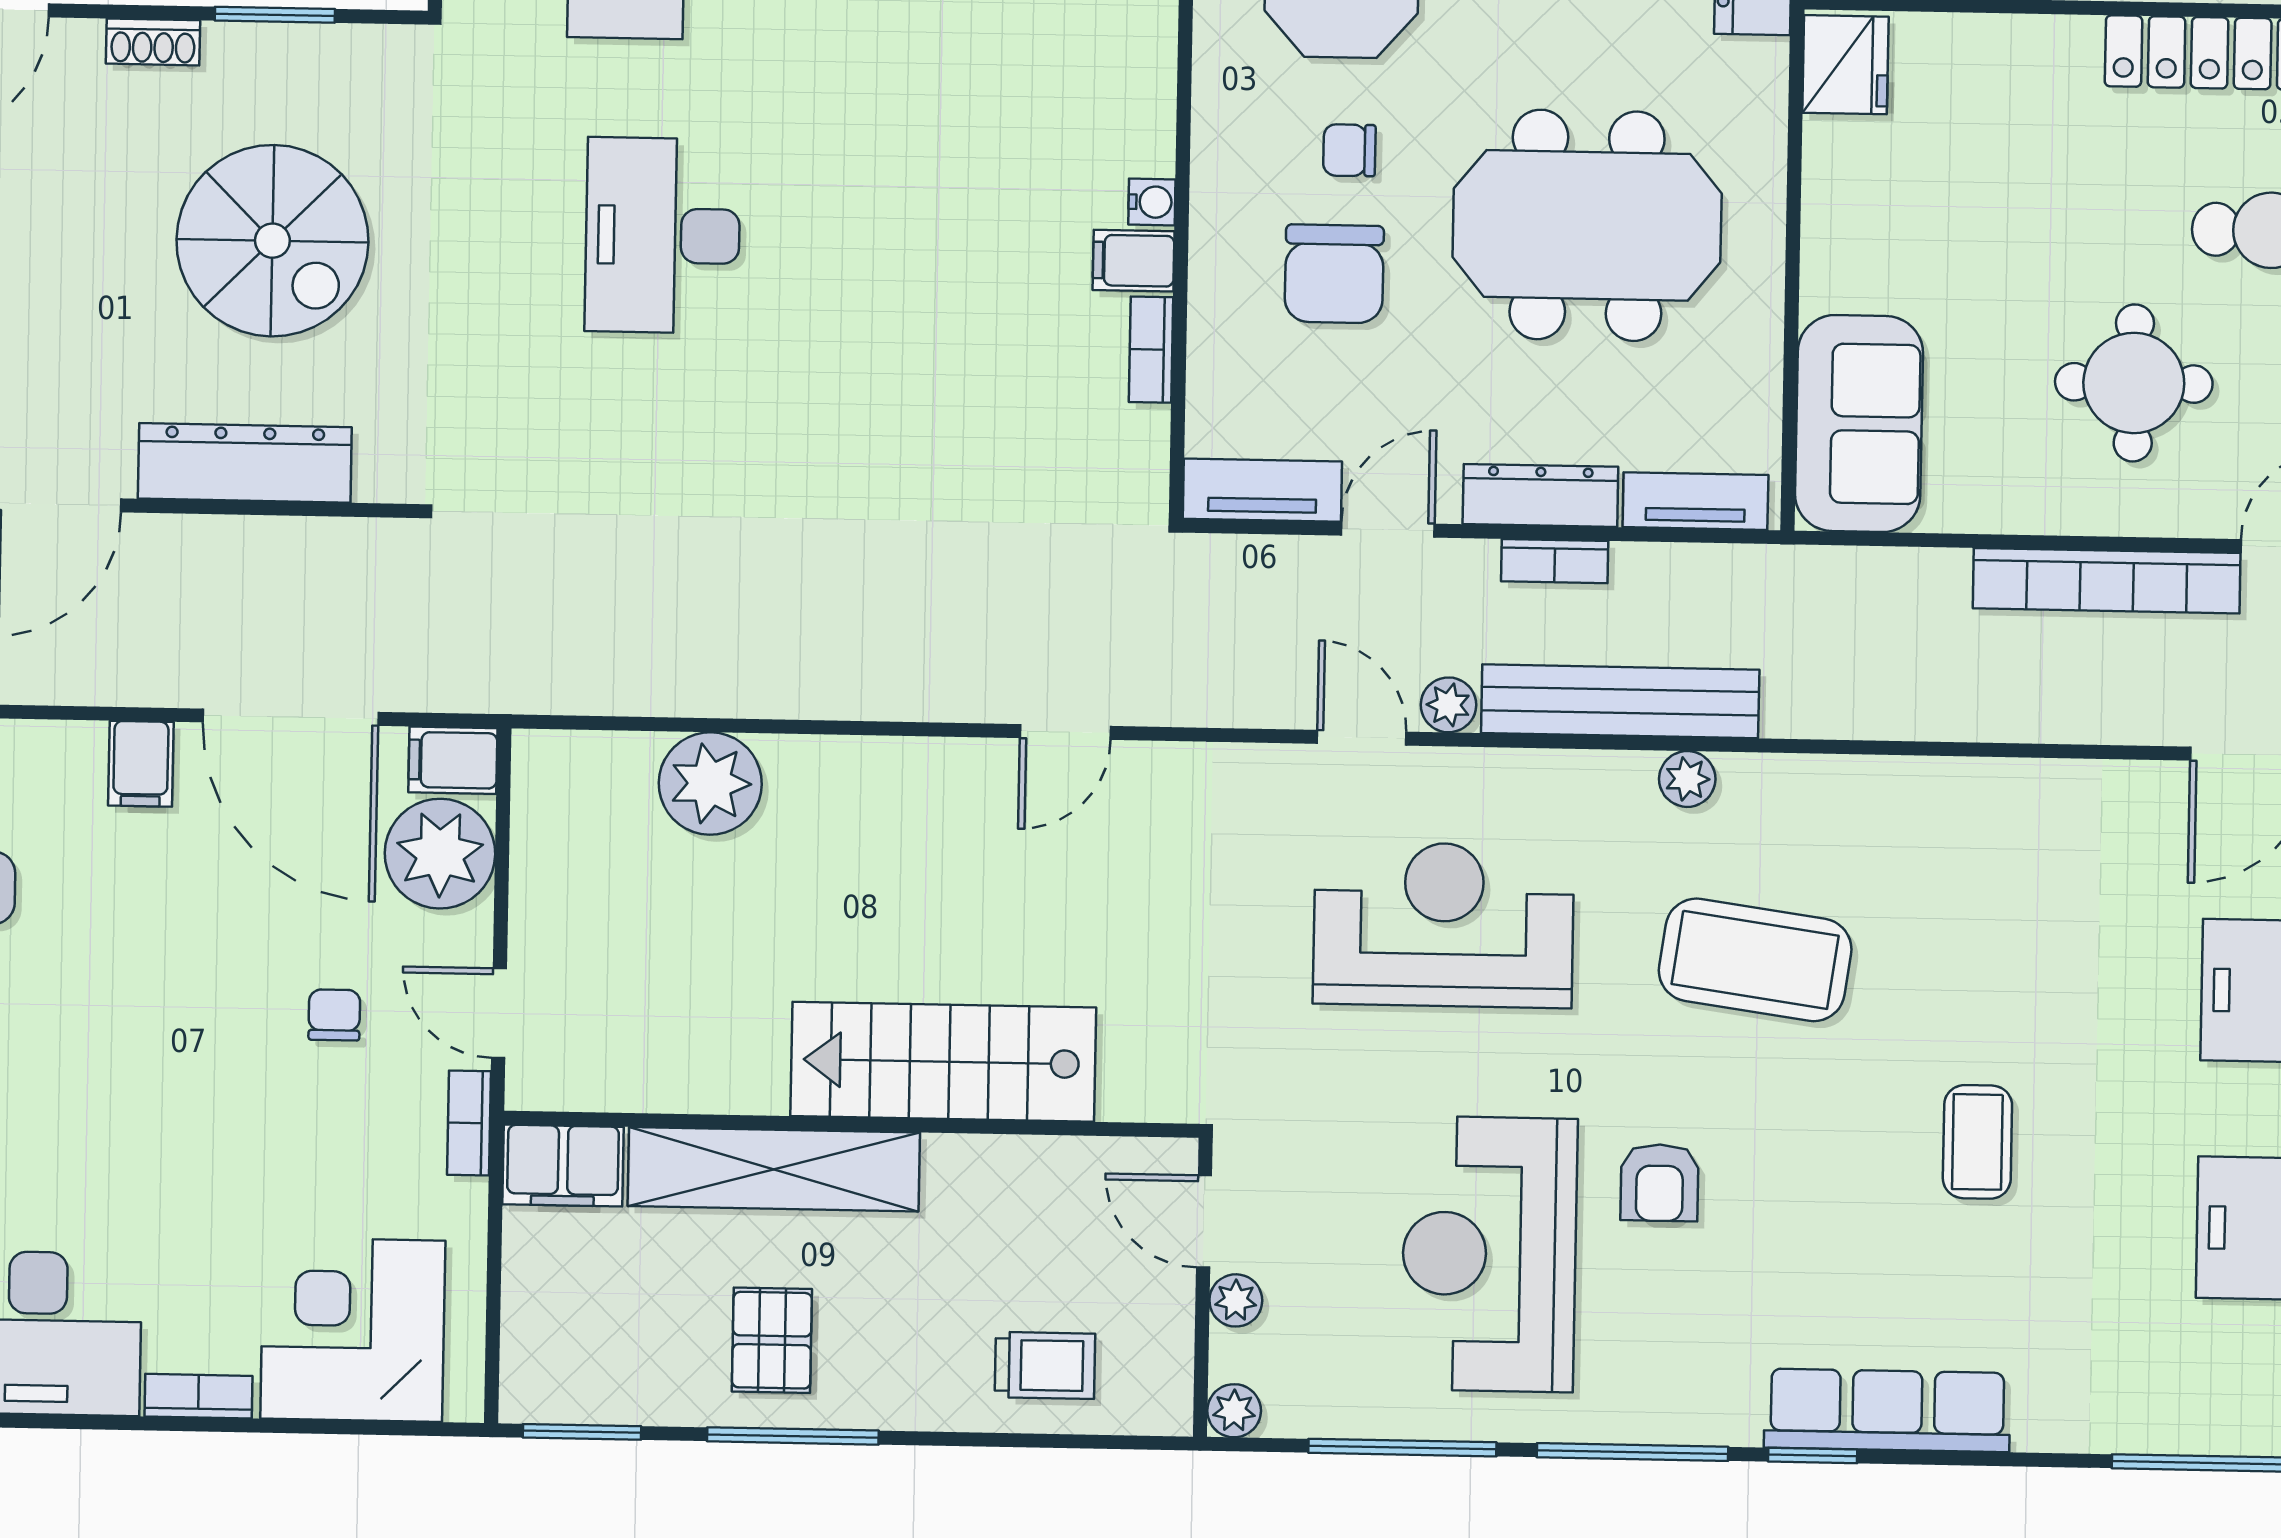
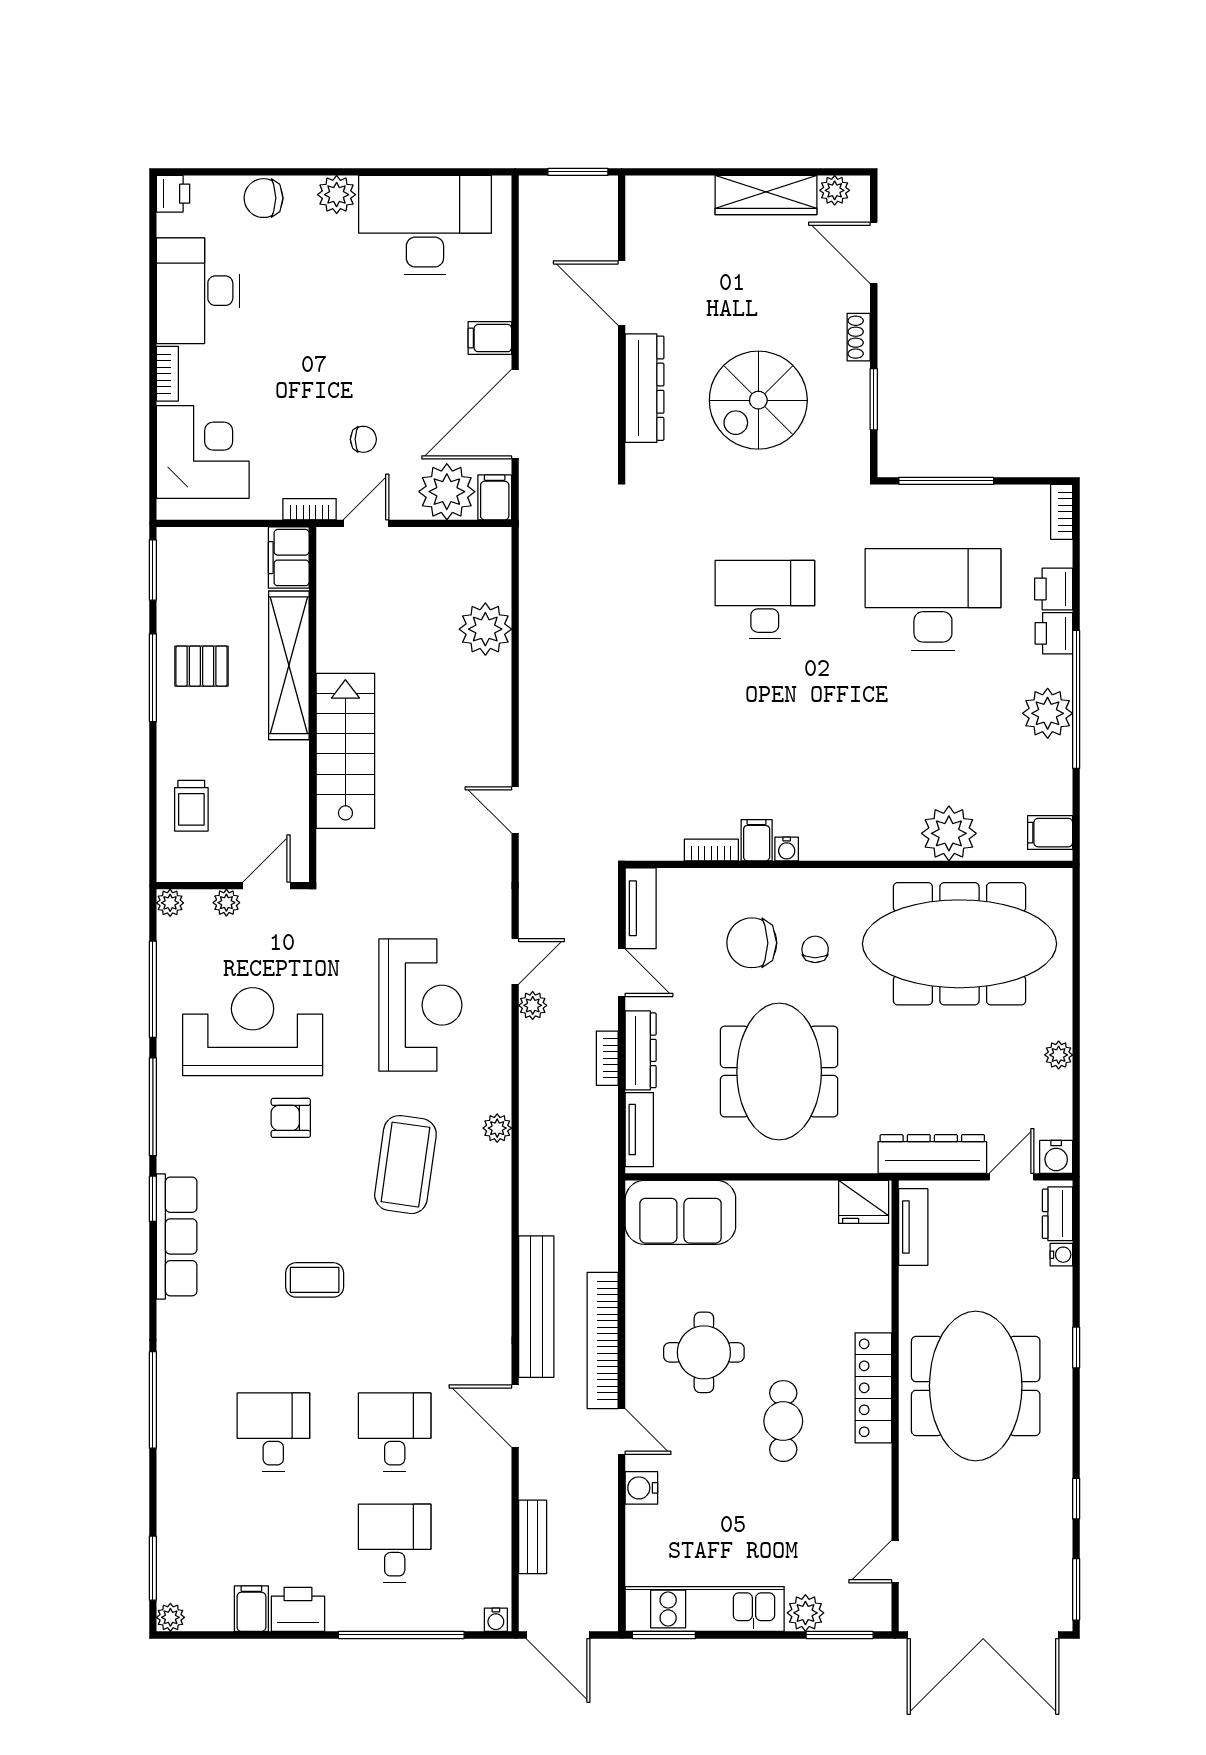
bench: (1620, 701) -> (536, 1307), moved

